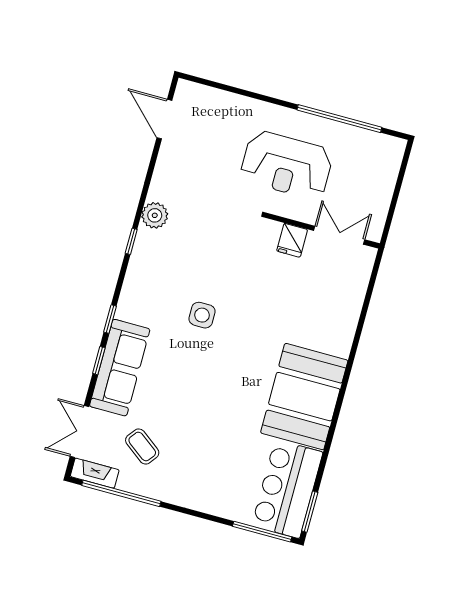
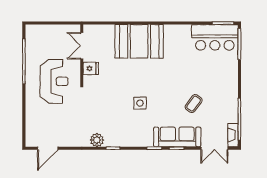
booth: (304, 397) -> (139, 41), moved
coffee table: (142, 447) -> (194, 104), moved

